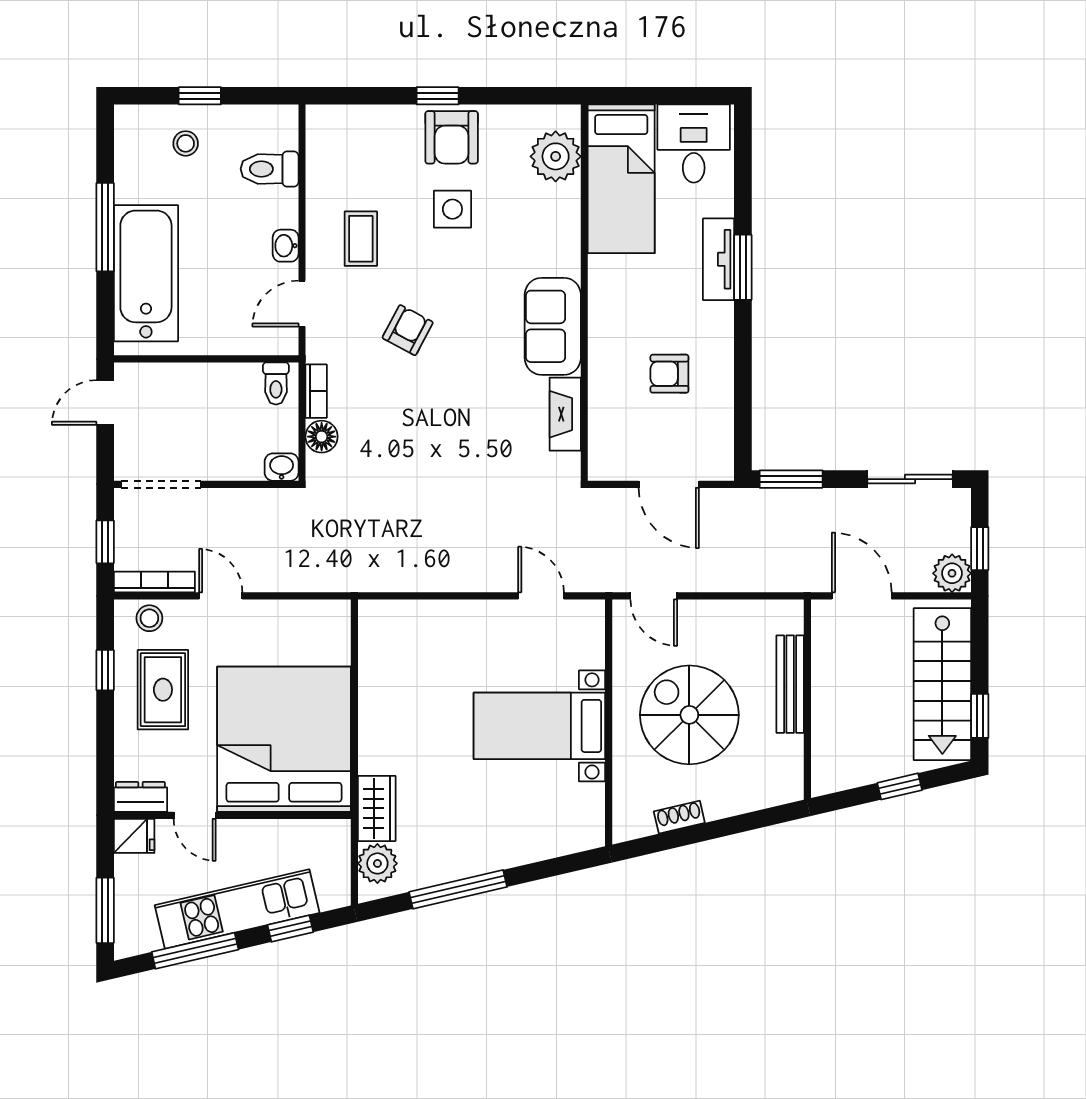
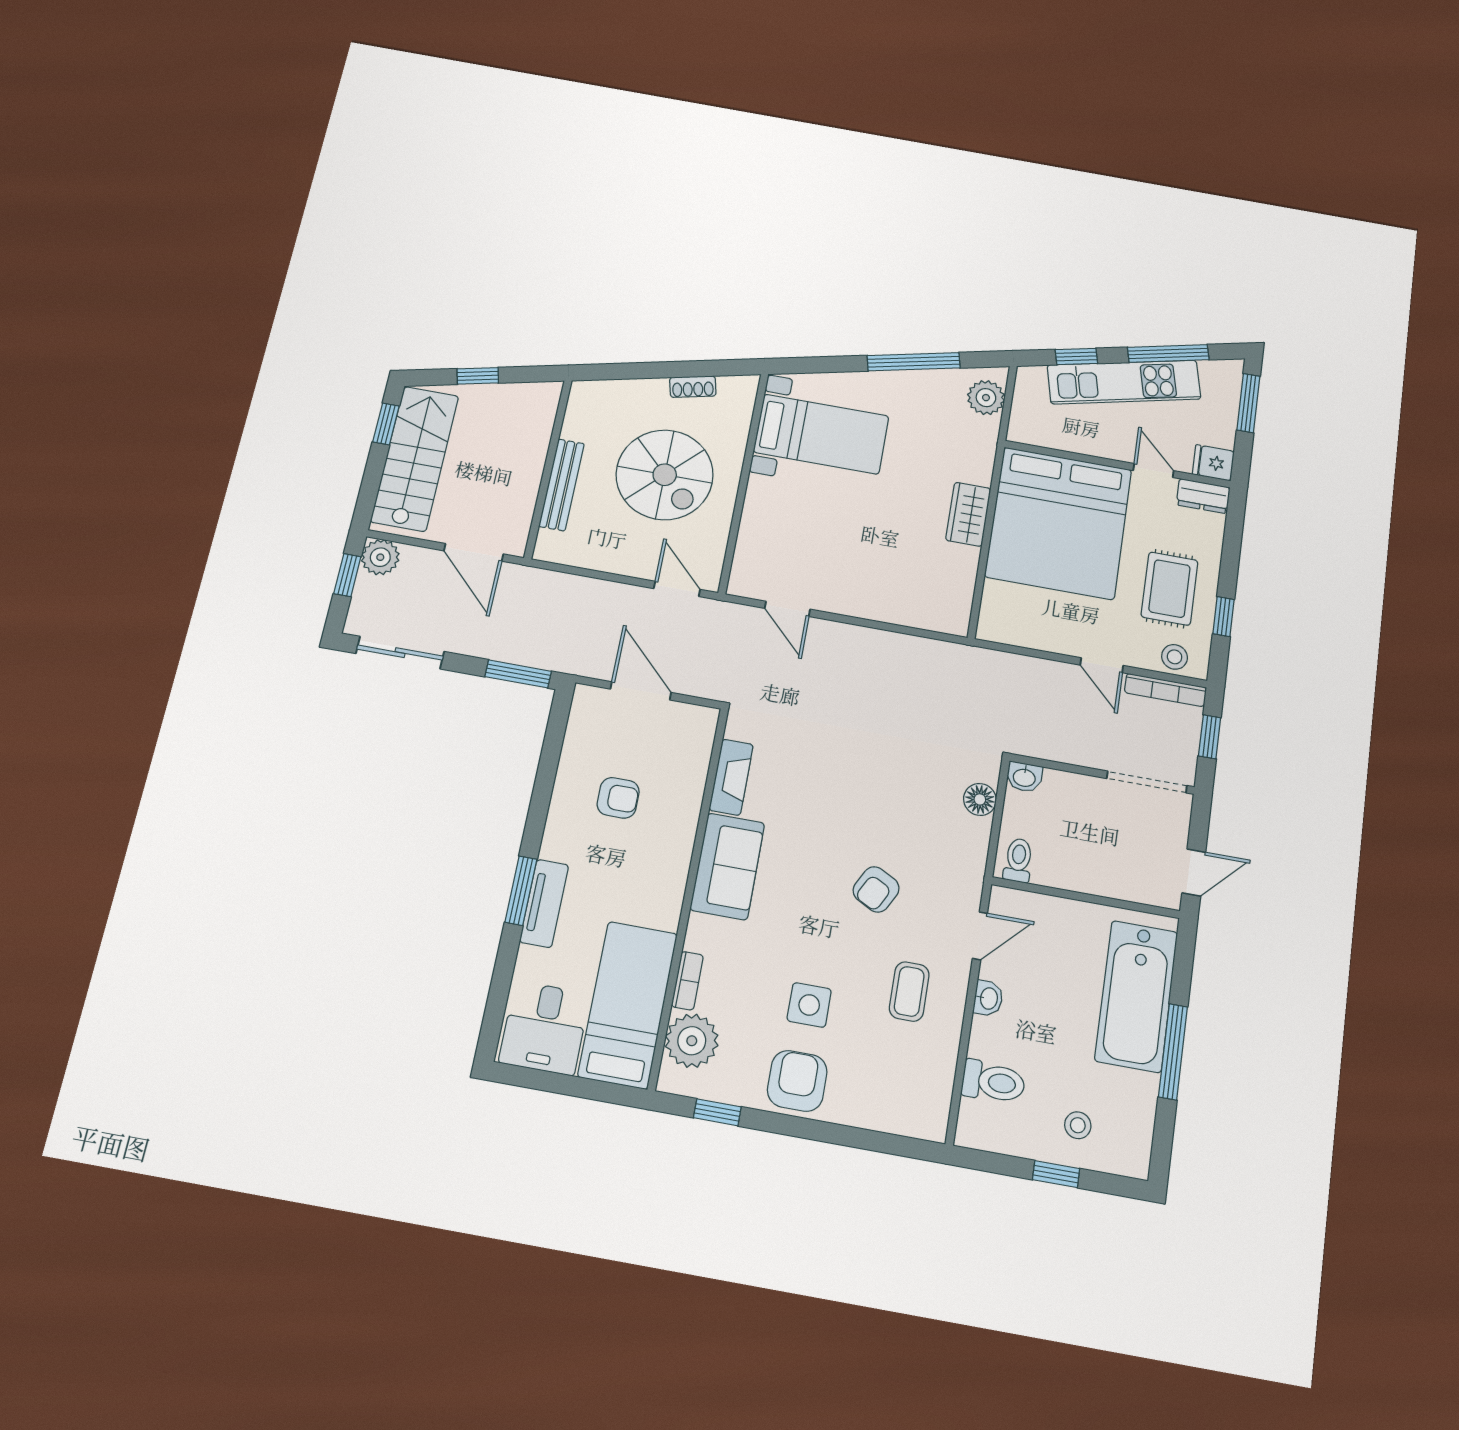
window: (438, 96) -> (717, 1112), moved
bookcase: (316, 391) -> (687, 981), moved, turned 180
bed with nightstands: (539, 726) -> (821, 434), moved
wardrobe: (377, 808) -> (968, 514), moved

